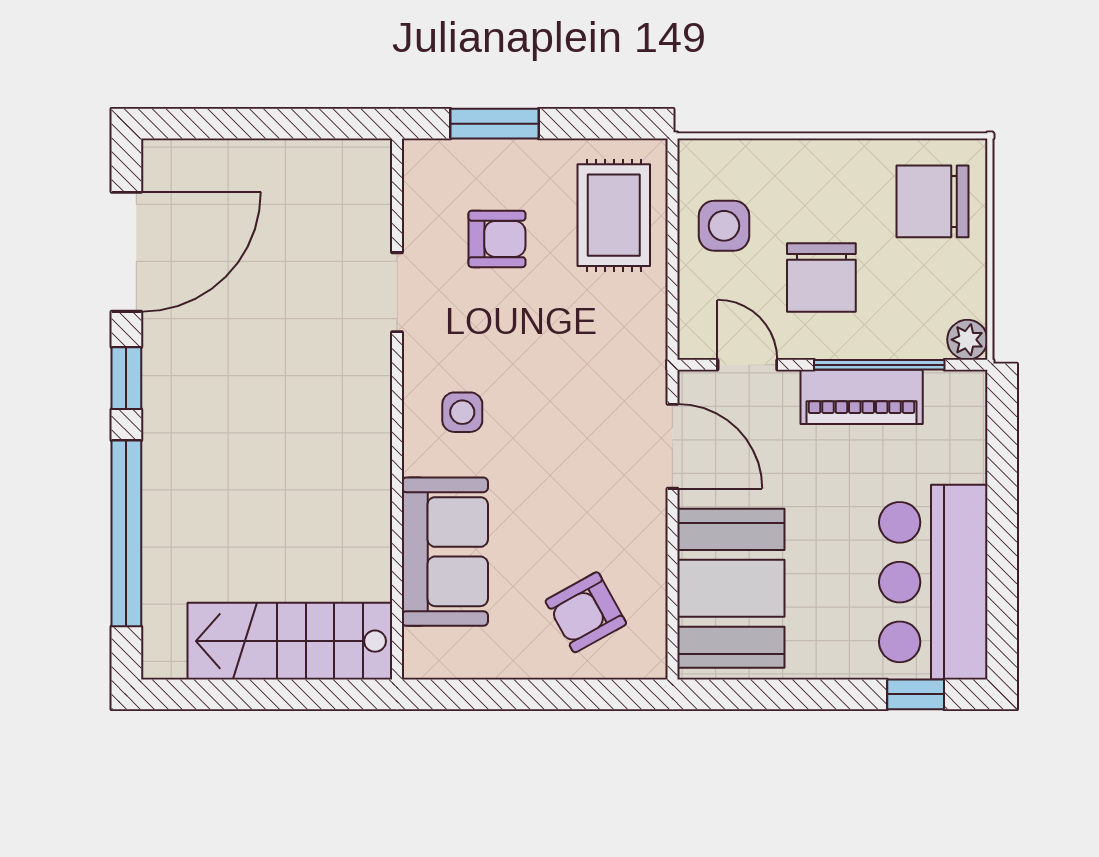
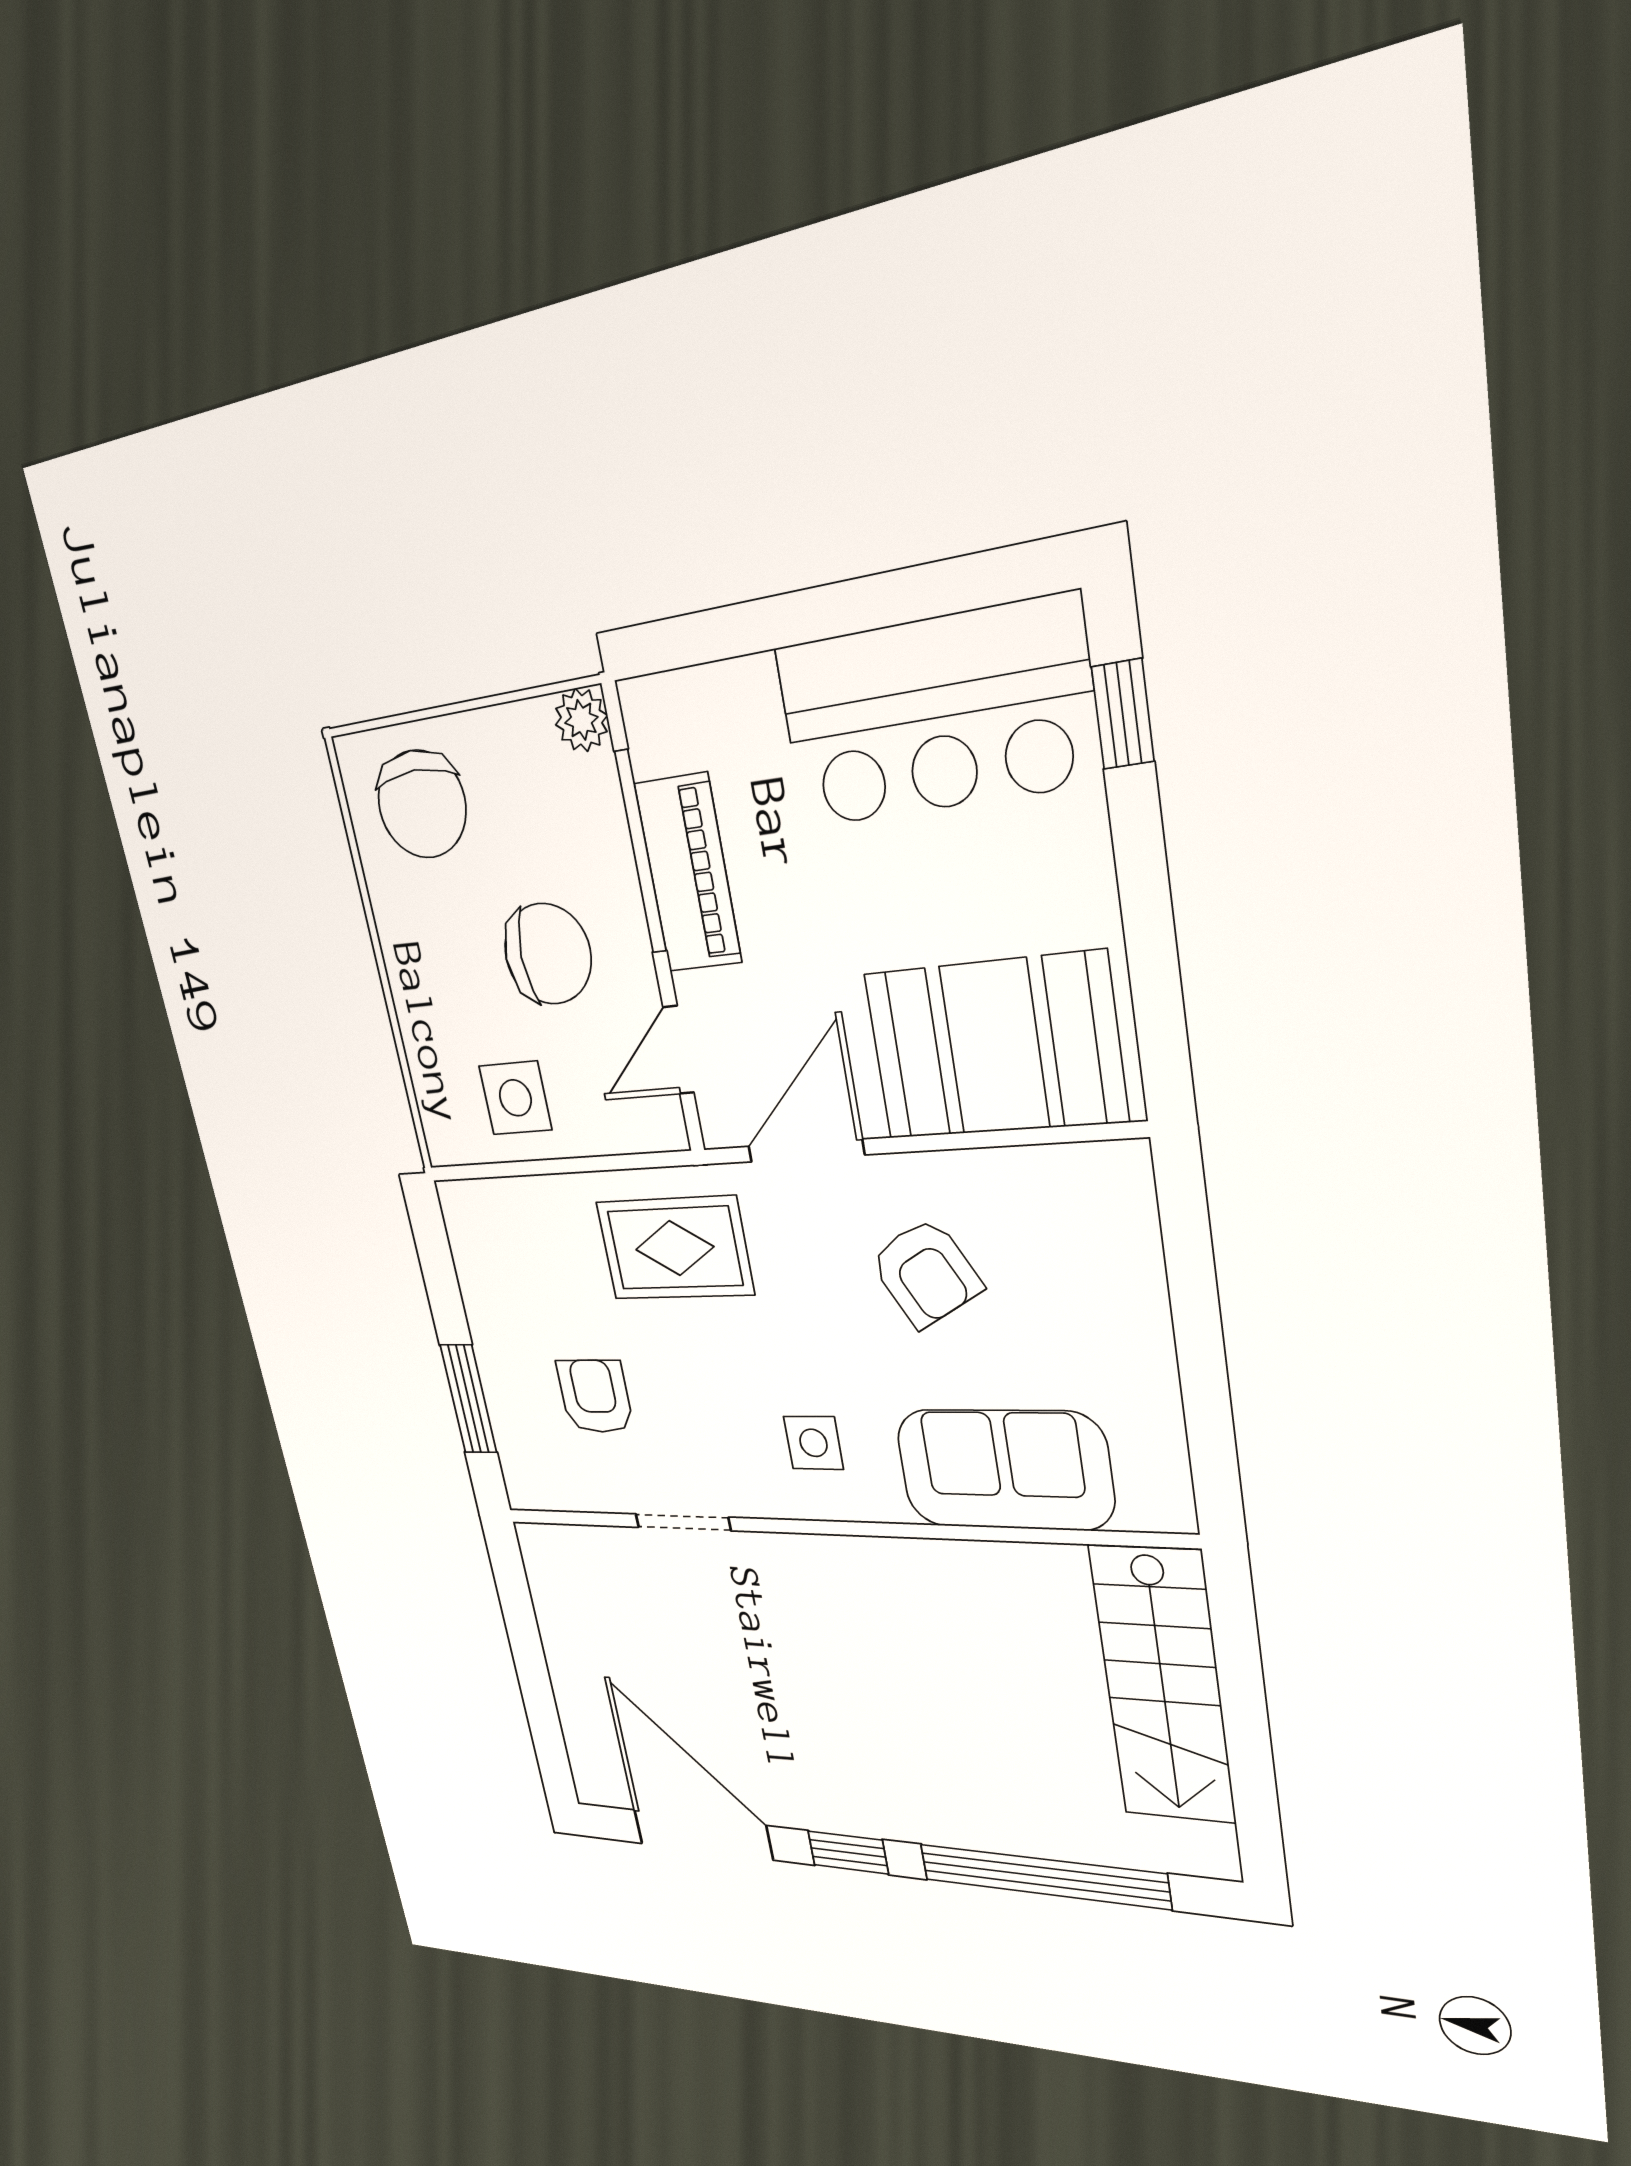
rug: (614, 215) -> (675, 1248), moved
armchair: (586, 612) -> (925, 1273), moved

